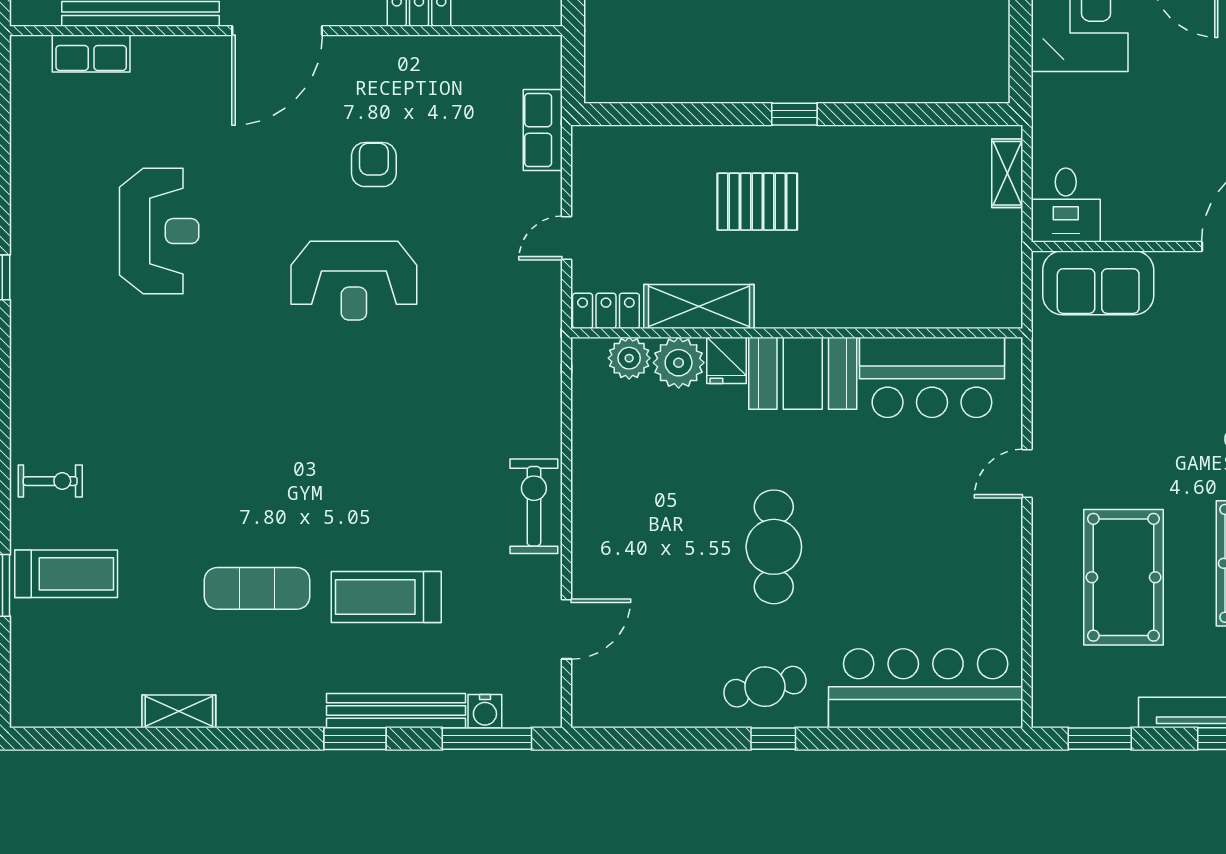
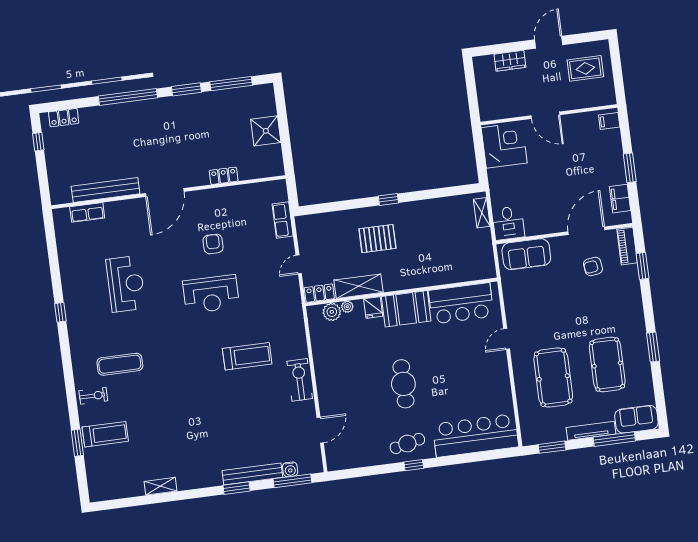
plant: (679, 363) -> (347, 307), width x0.53, depth x0.53
exercise mat: (257, 588) -> (120, 364), moved
treadmill: (386, 597) -> (247, 356), moved, turned 180

